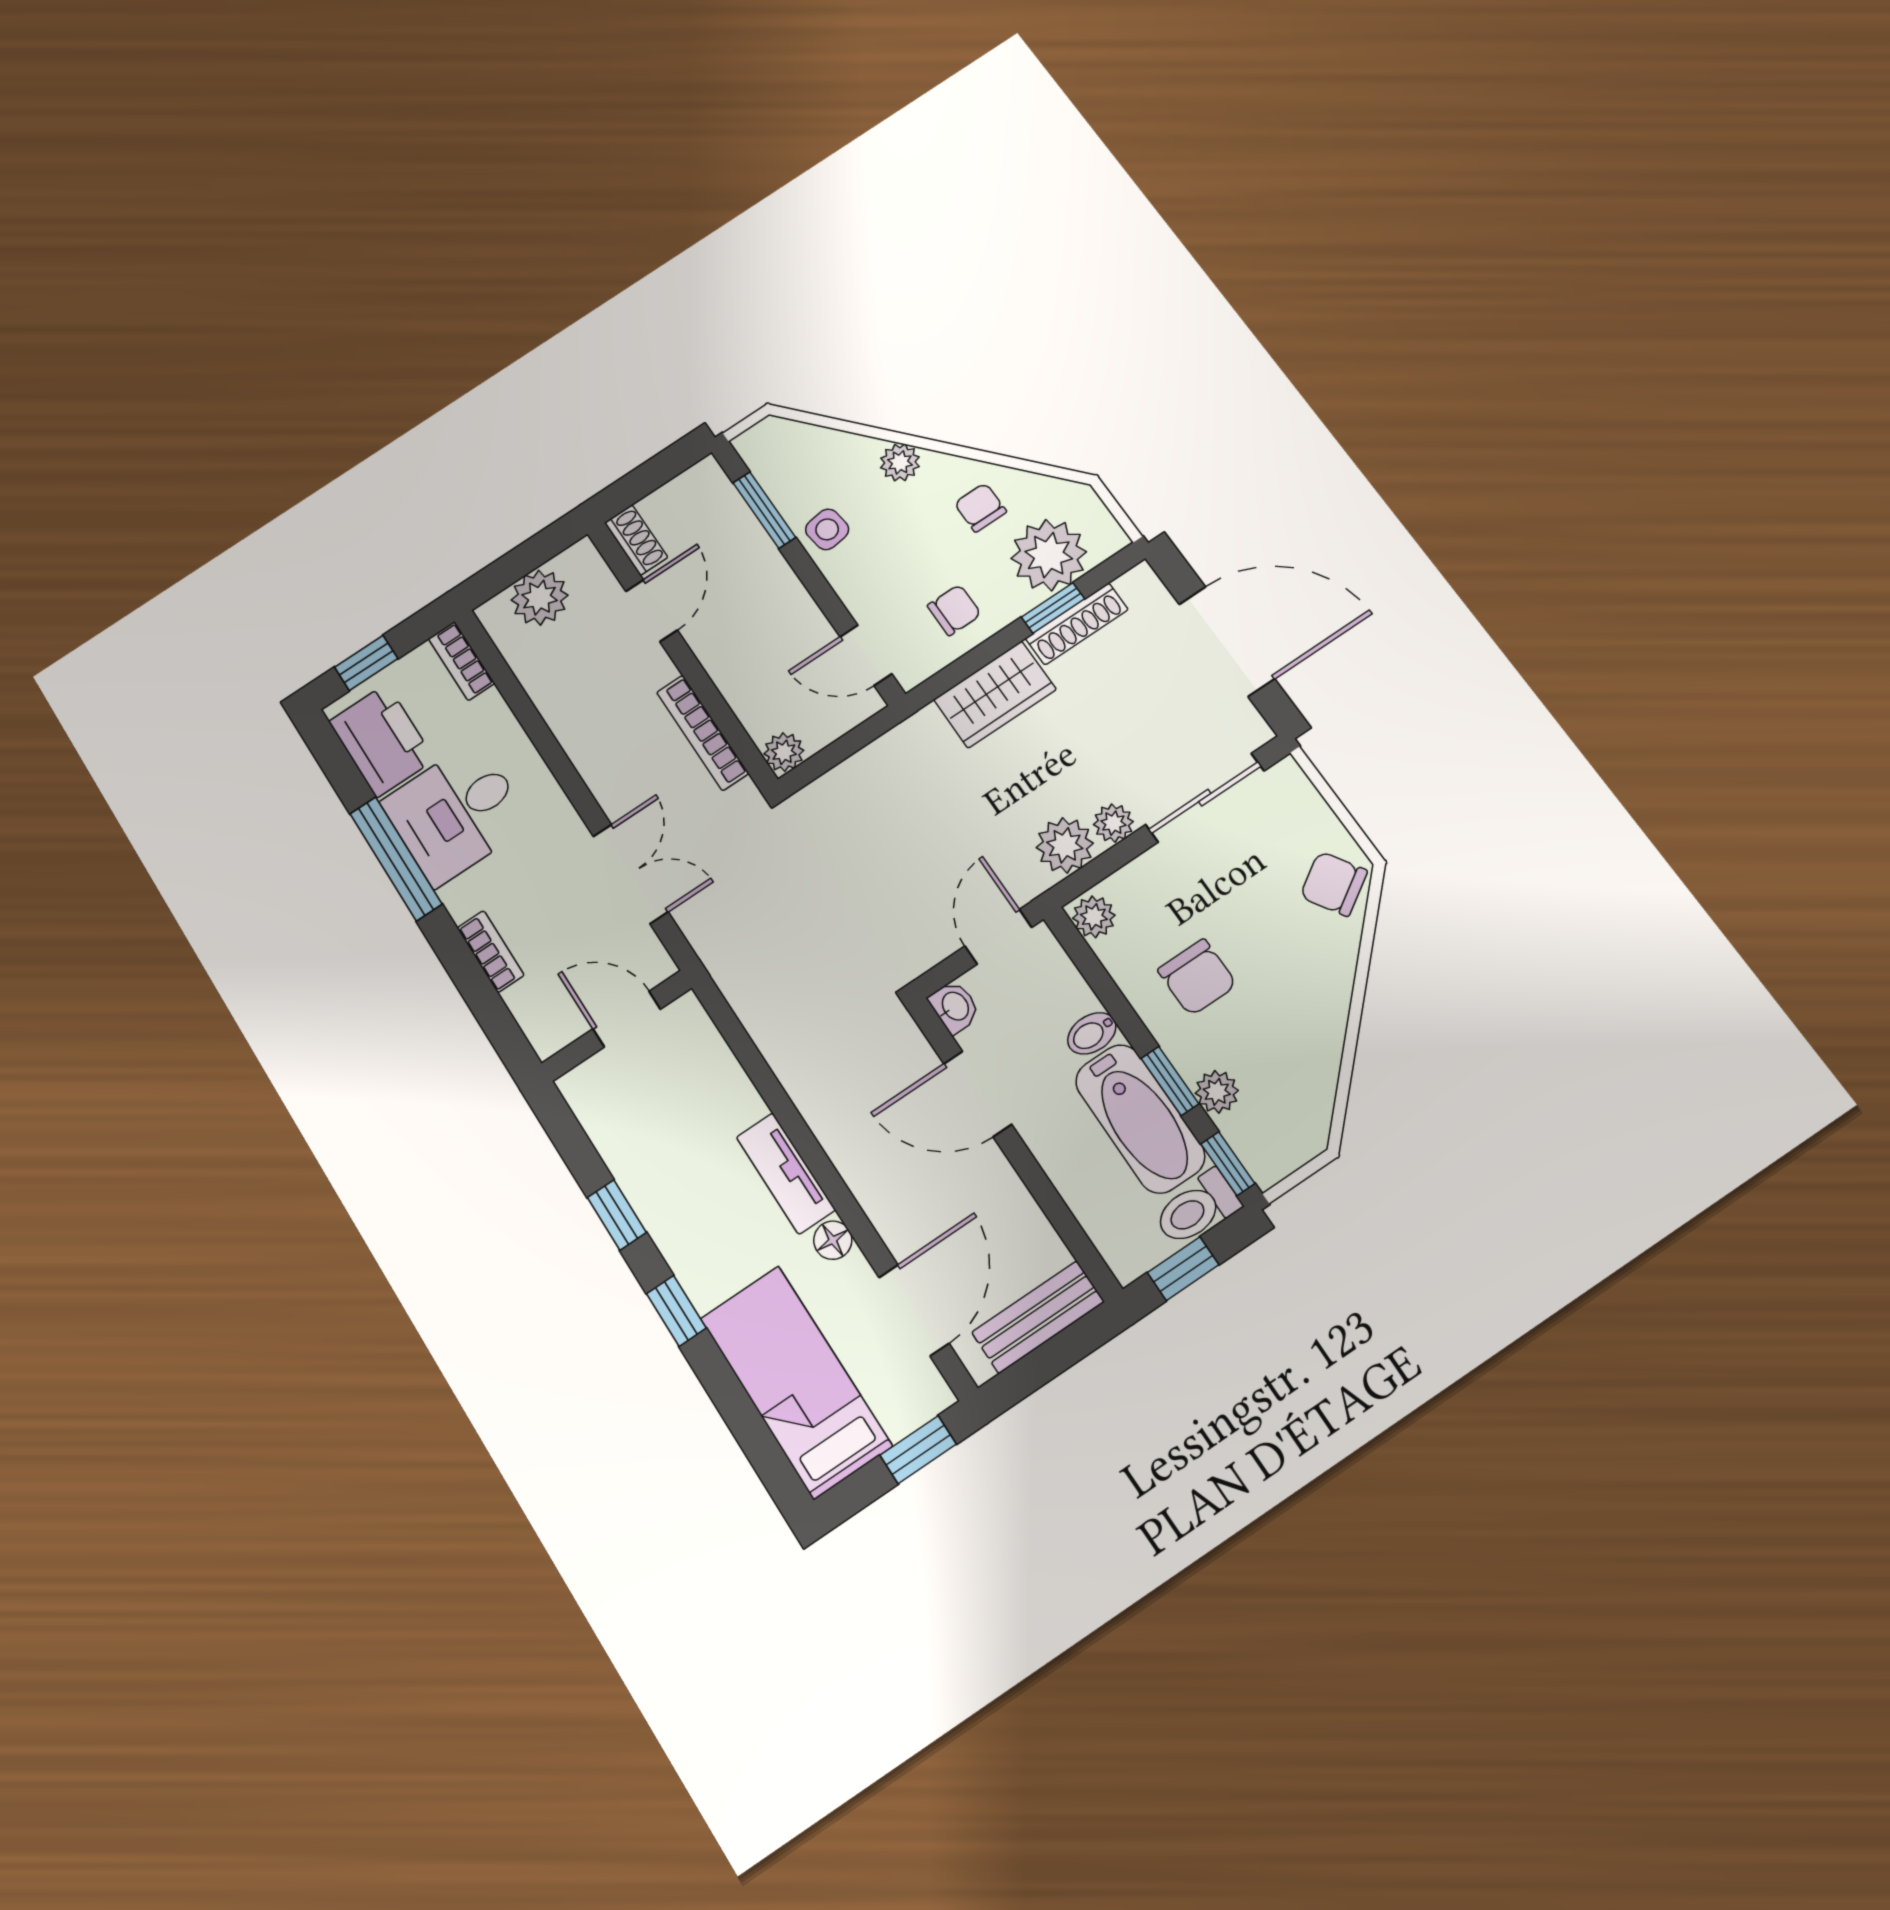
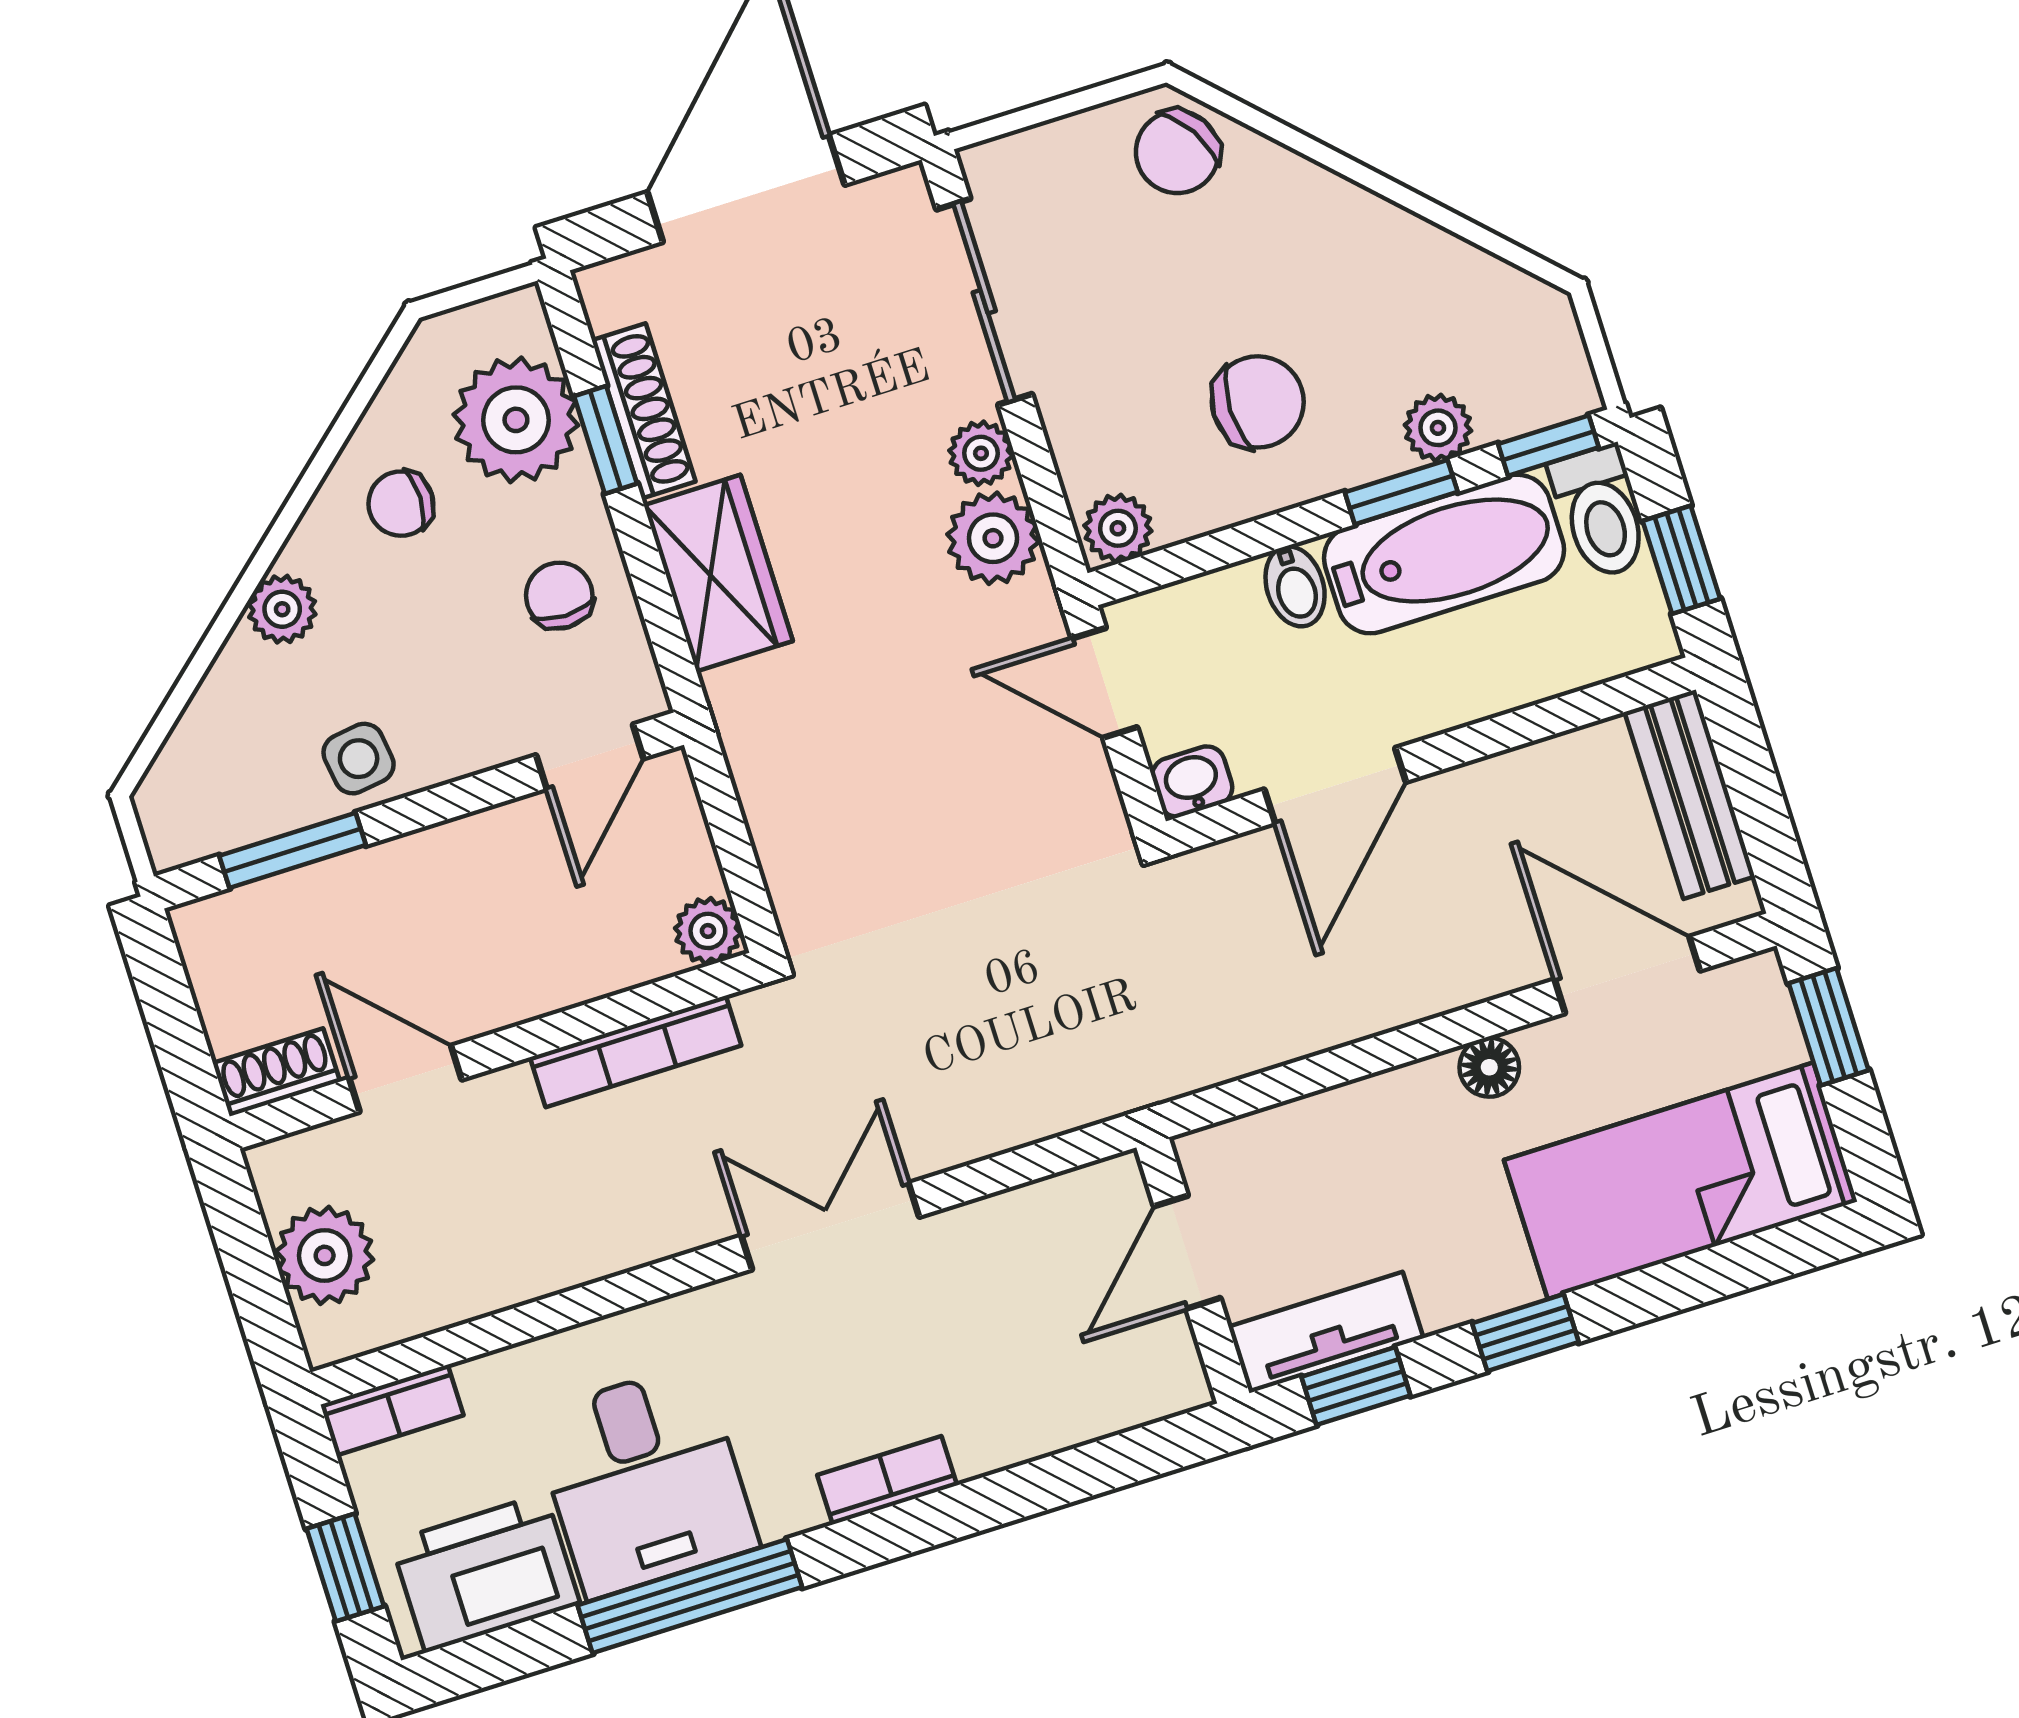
door: (627, 1019) -> (1187, 1252), moved
wall: (617, 1026) -> (1193, 1270), moved
tv unit: (786, 1173) -> (1326, 1332), moved, turned 180

